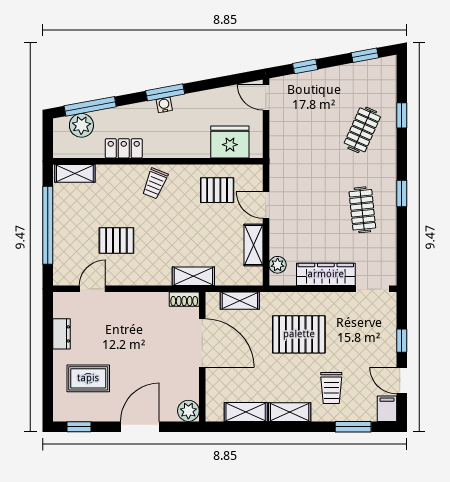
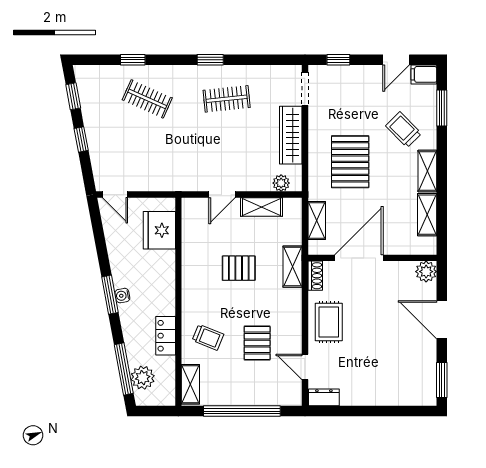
window: (305, 66) -> (81, 139), moved
door: (266, 97) -> (115, 195), hinge flipped
trolley: (155, 183) -> (208, 337), moved
pallet: (217, 190) -> (239, 268), moved, turned 90
dresser: (62, 334) -> (324, 397), moved
window: (402, 341) -> (338, 60), moved
rug: (88, 378) -> (329, 322), moved
trolley: (331, 388) -> (404, 130), turned -135
window: (79, 427) -> (442, 380), width x1.50

